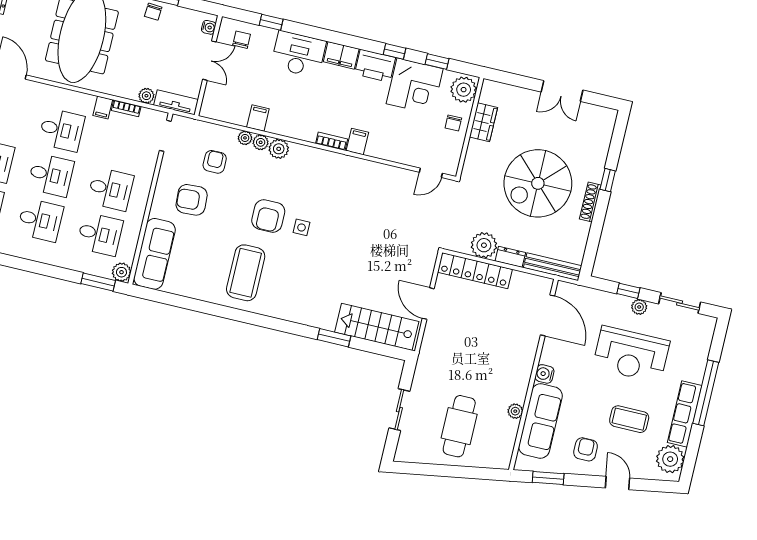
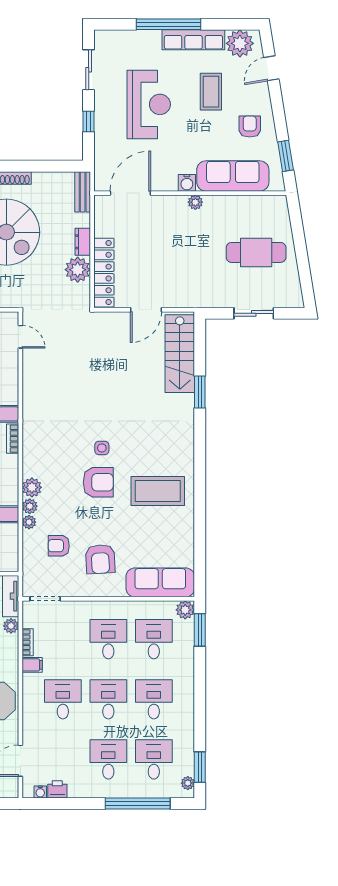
bench: (553, 267) -> (83, 192), width x0.73
plant: (639, 307) -> (102, 107), removed
plant: (515, 411) -> (195, 202), moved
armchair: (586, 449) -> (250, 126), turned 90
door: (618, 483) -> (271, 68), moved

